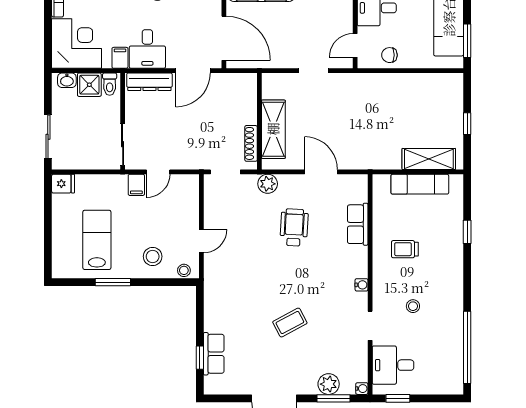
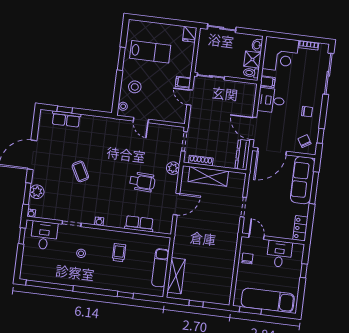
dresser: (149, 82) -> (243, 155), moved

